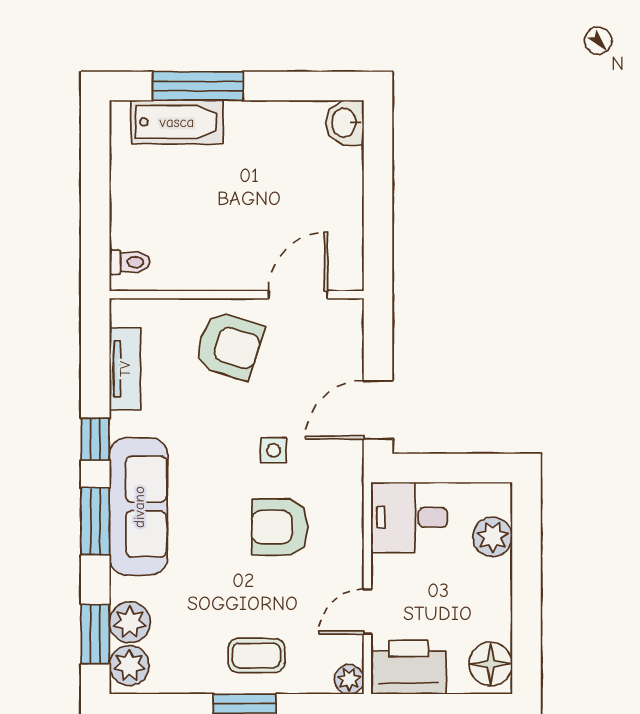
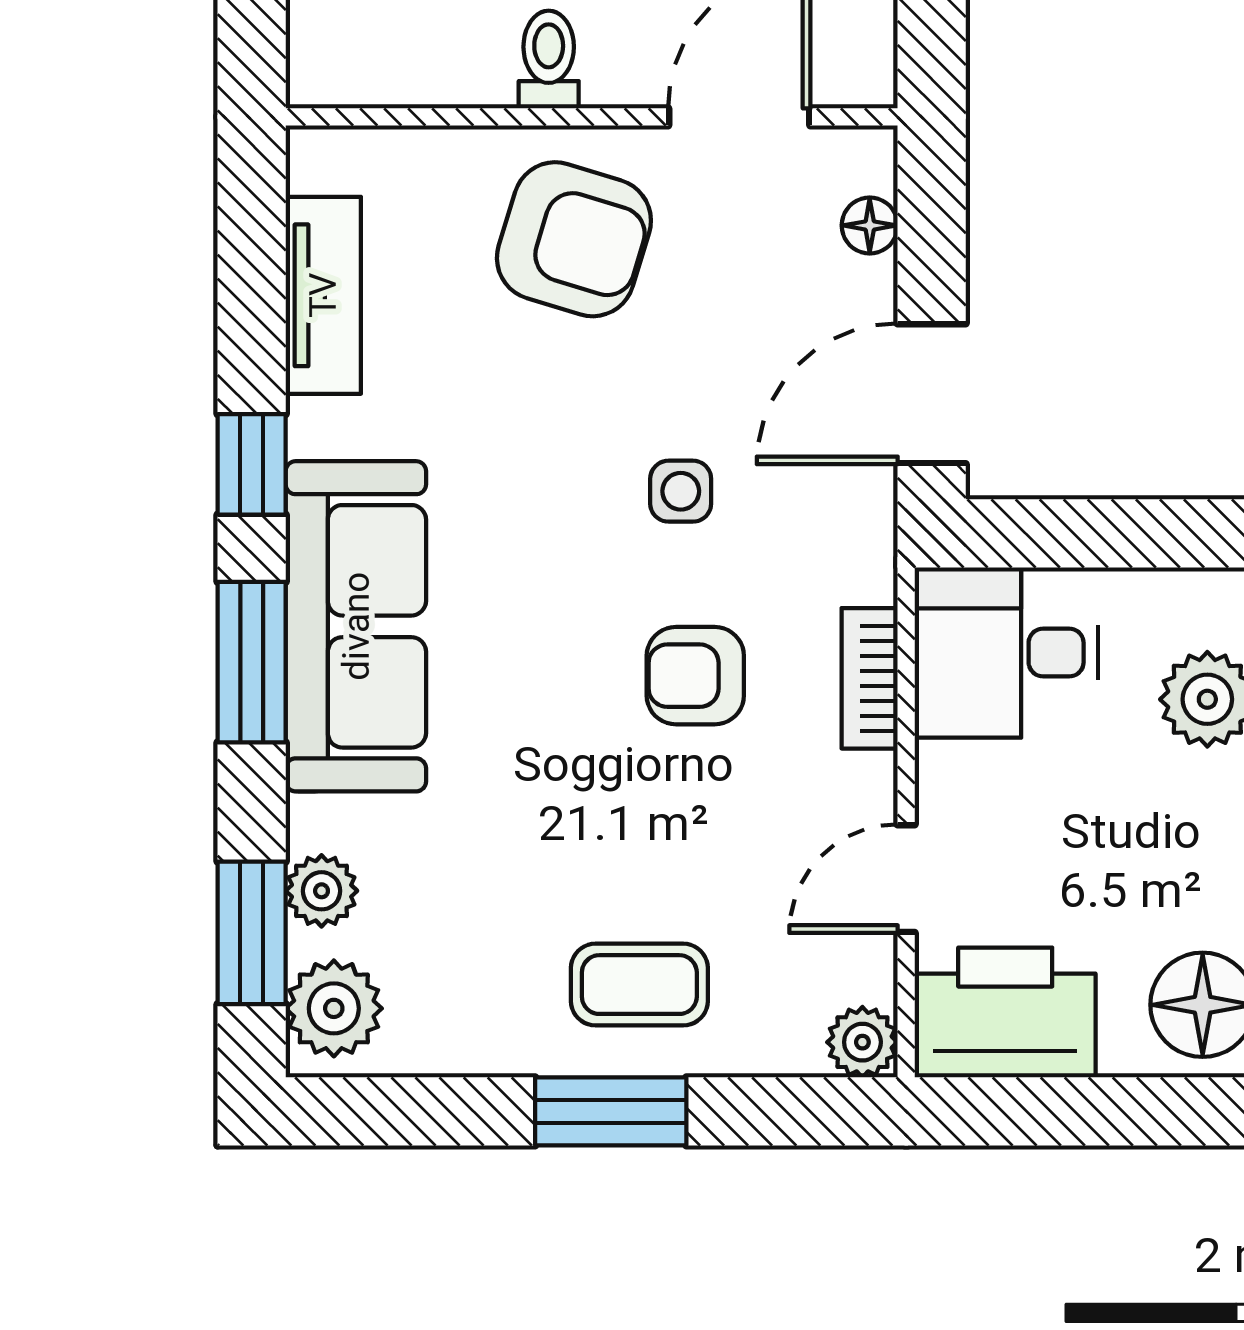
toilet: (130, 262) -> (549, 60), moved, turned -90
floor lamp: (352, 340) -> (870, 225), added
armchair: (280, 527) -> (695, 676), width x0.72, depth x0.72
bookcase: (352, 528) -> (870, 678), added
plant: (130, 622) -> (322, 891), width x0.73, depth x0.73

